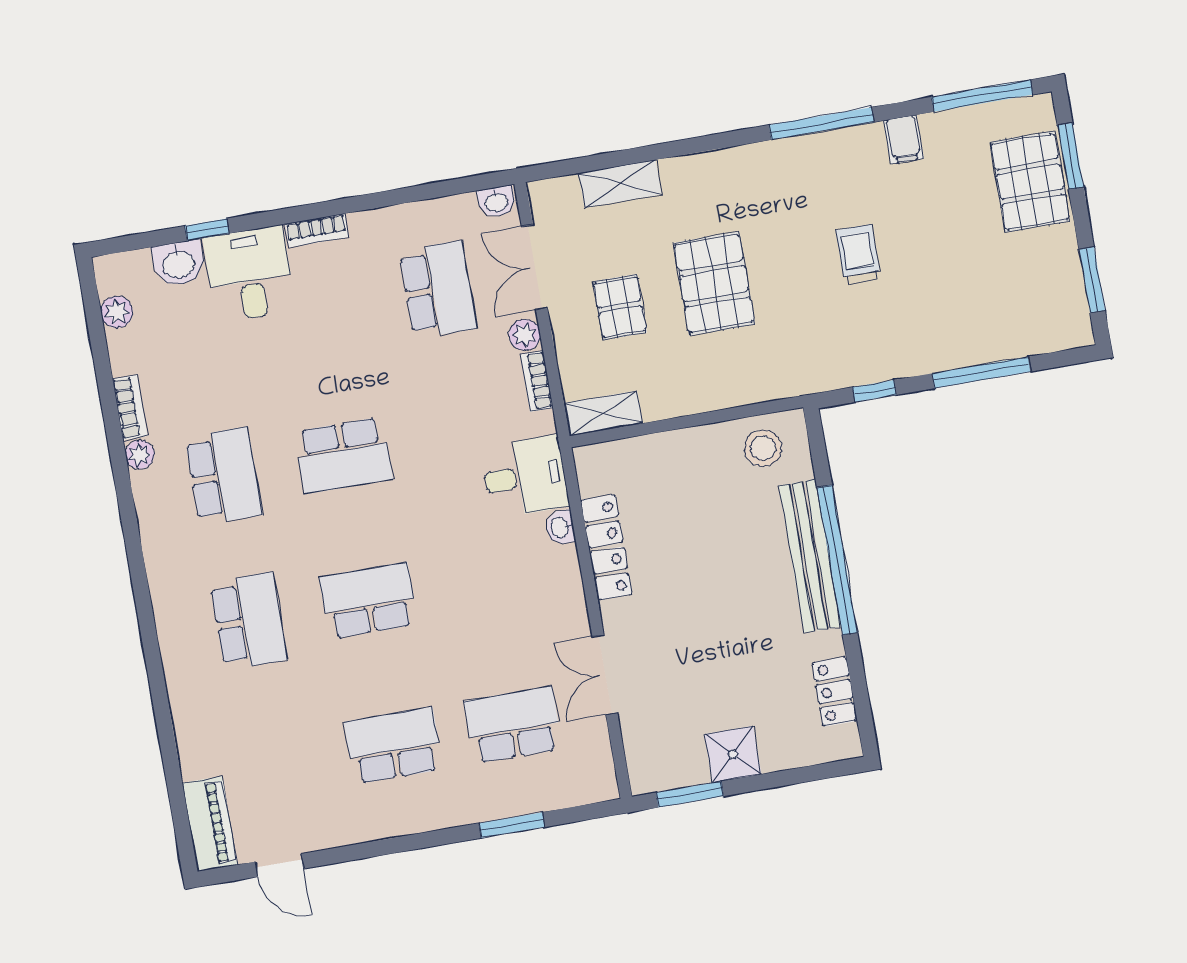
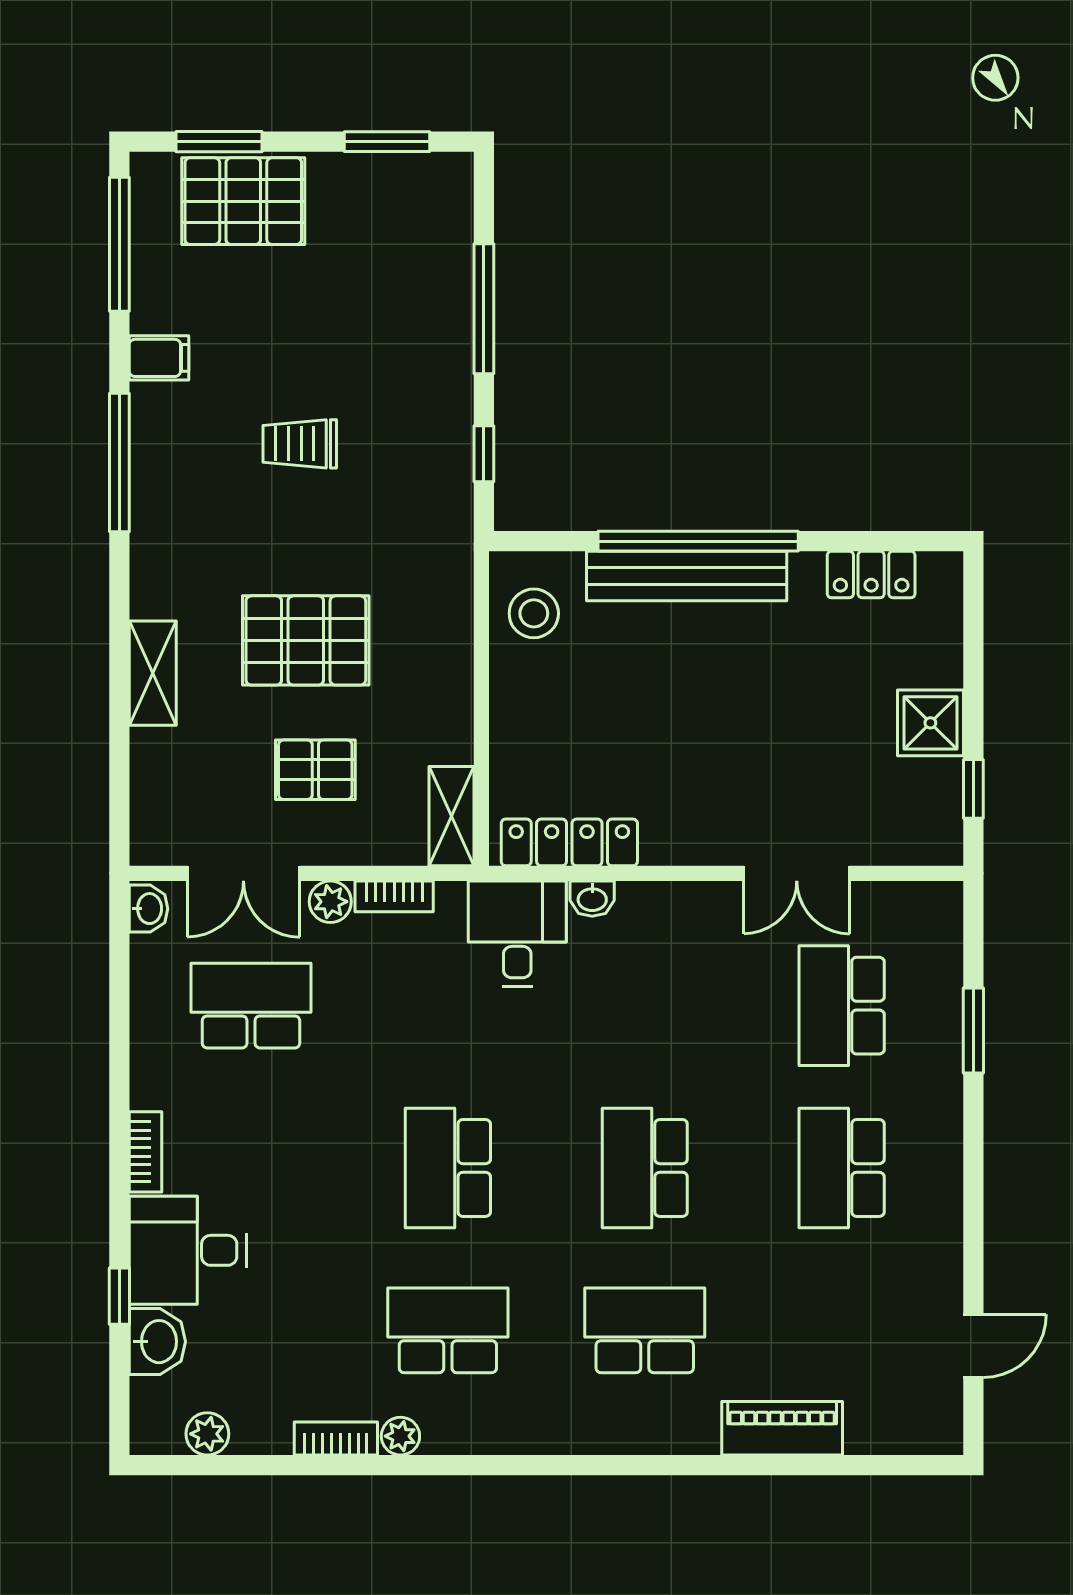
shelving: (620, 184) -> (153, 673), moved
school desk: (343, 455) -> (448, 1168), turned 180
locker: (606, 547) -> (569, 842), moved
window: (690, 794) -> (973, 789), width x0.67
piano: (210, 824) -> (782, 1428), moved

